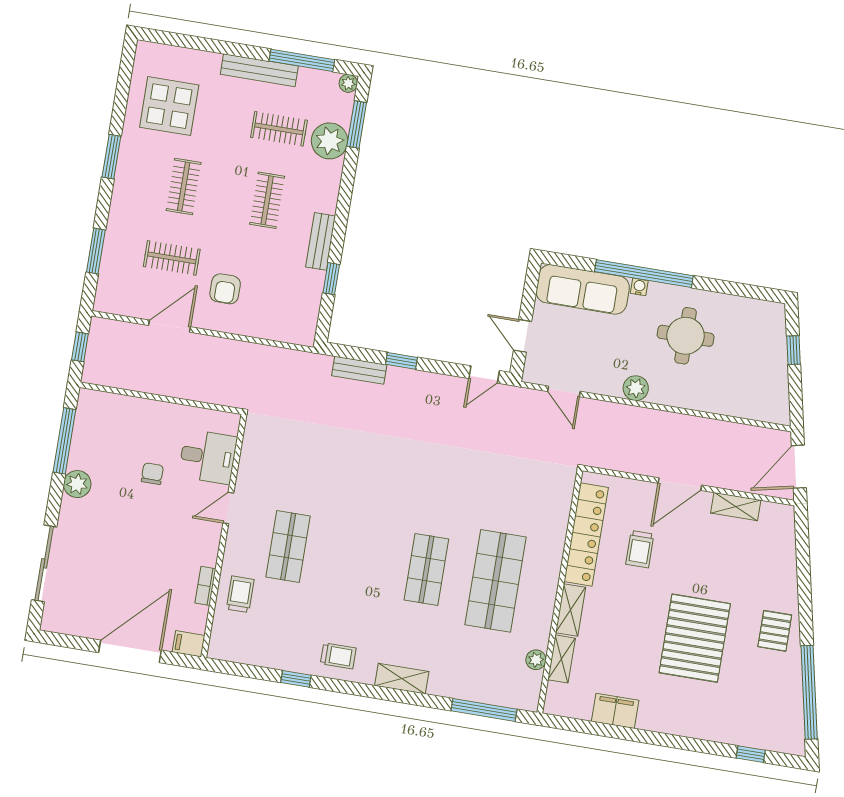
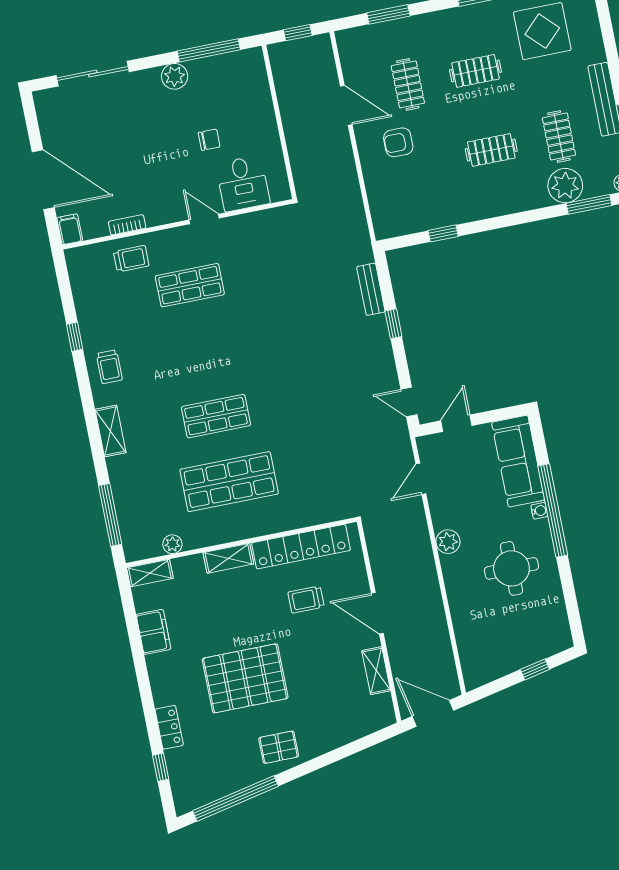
bench: (321, 241) -> (473, 211), removed
shelving: (561, 659) -> (150, 573), moved
locker: (715, 731) -> (169, 727), added

